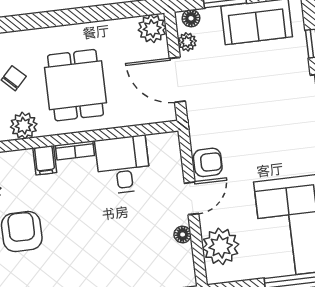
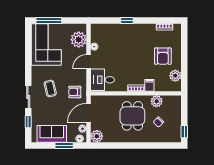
door: (177, 80) -> (89, 113), swing flipped
coffee table: (273, 126) -> (50, 88), added
armchair: (208, 162) -> (75, 92), moved
desk: (123, 165) -> (102, 80), moved, turned 90

